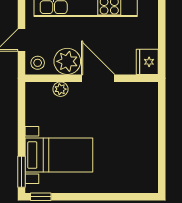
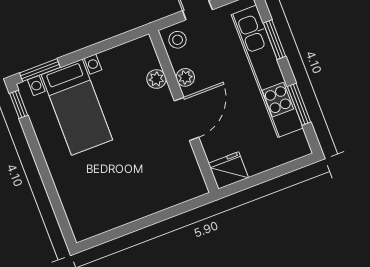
plant: (67, 61) -> (185, 77), width x0.53, depth x0.53

